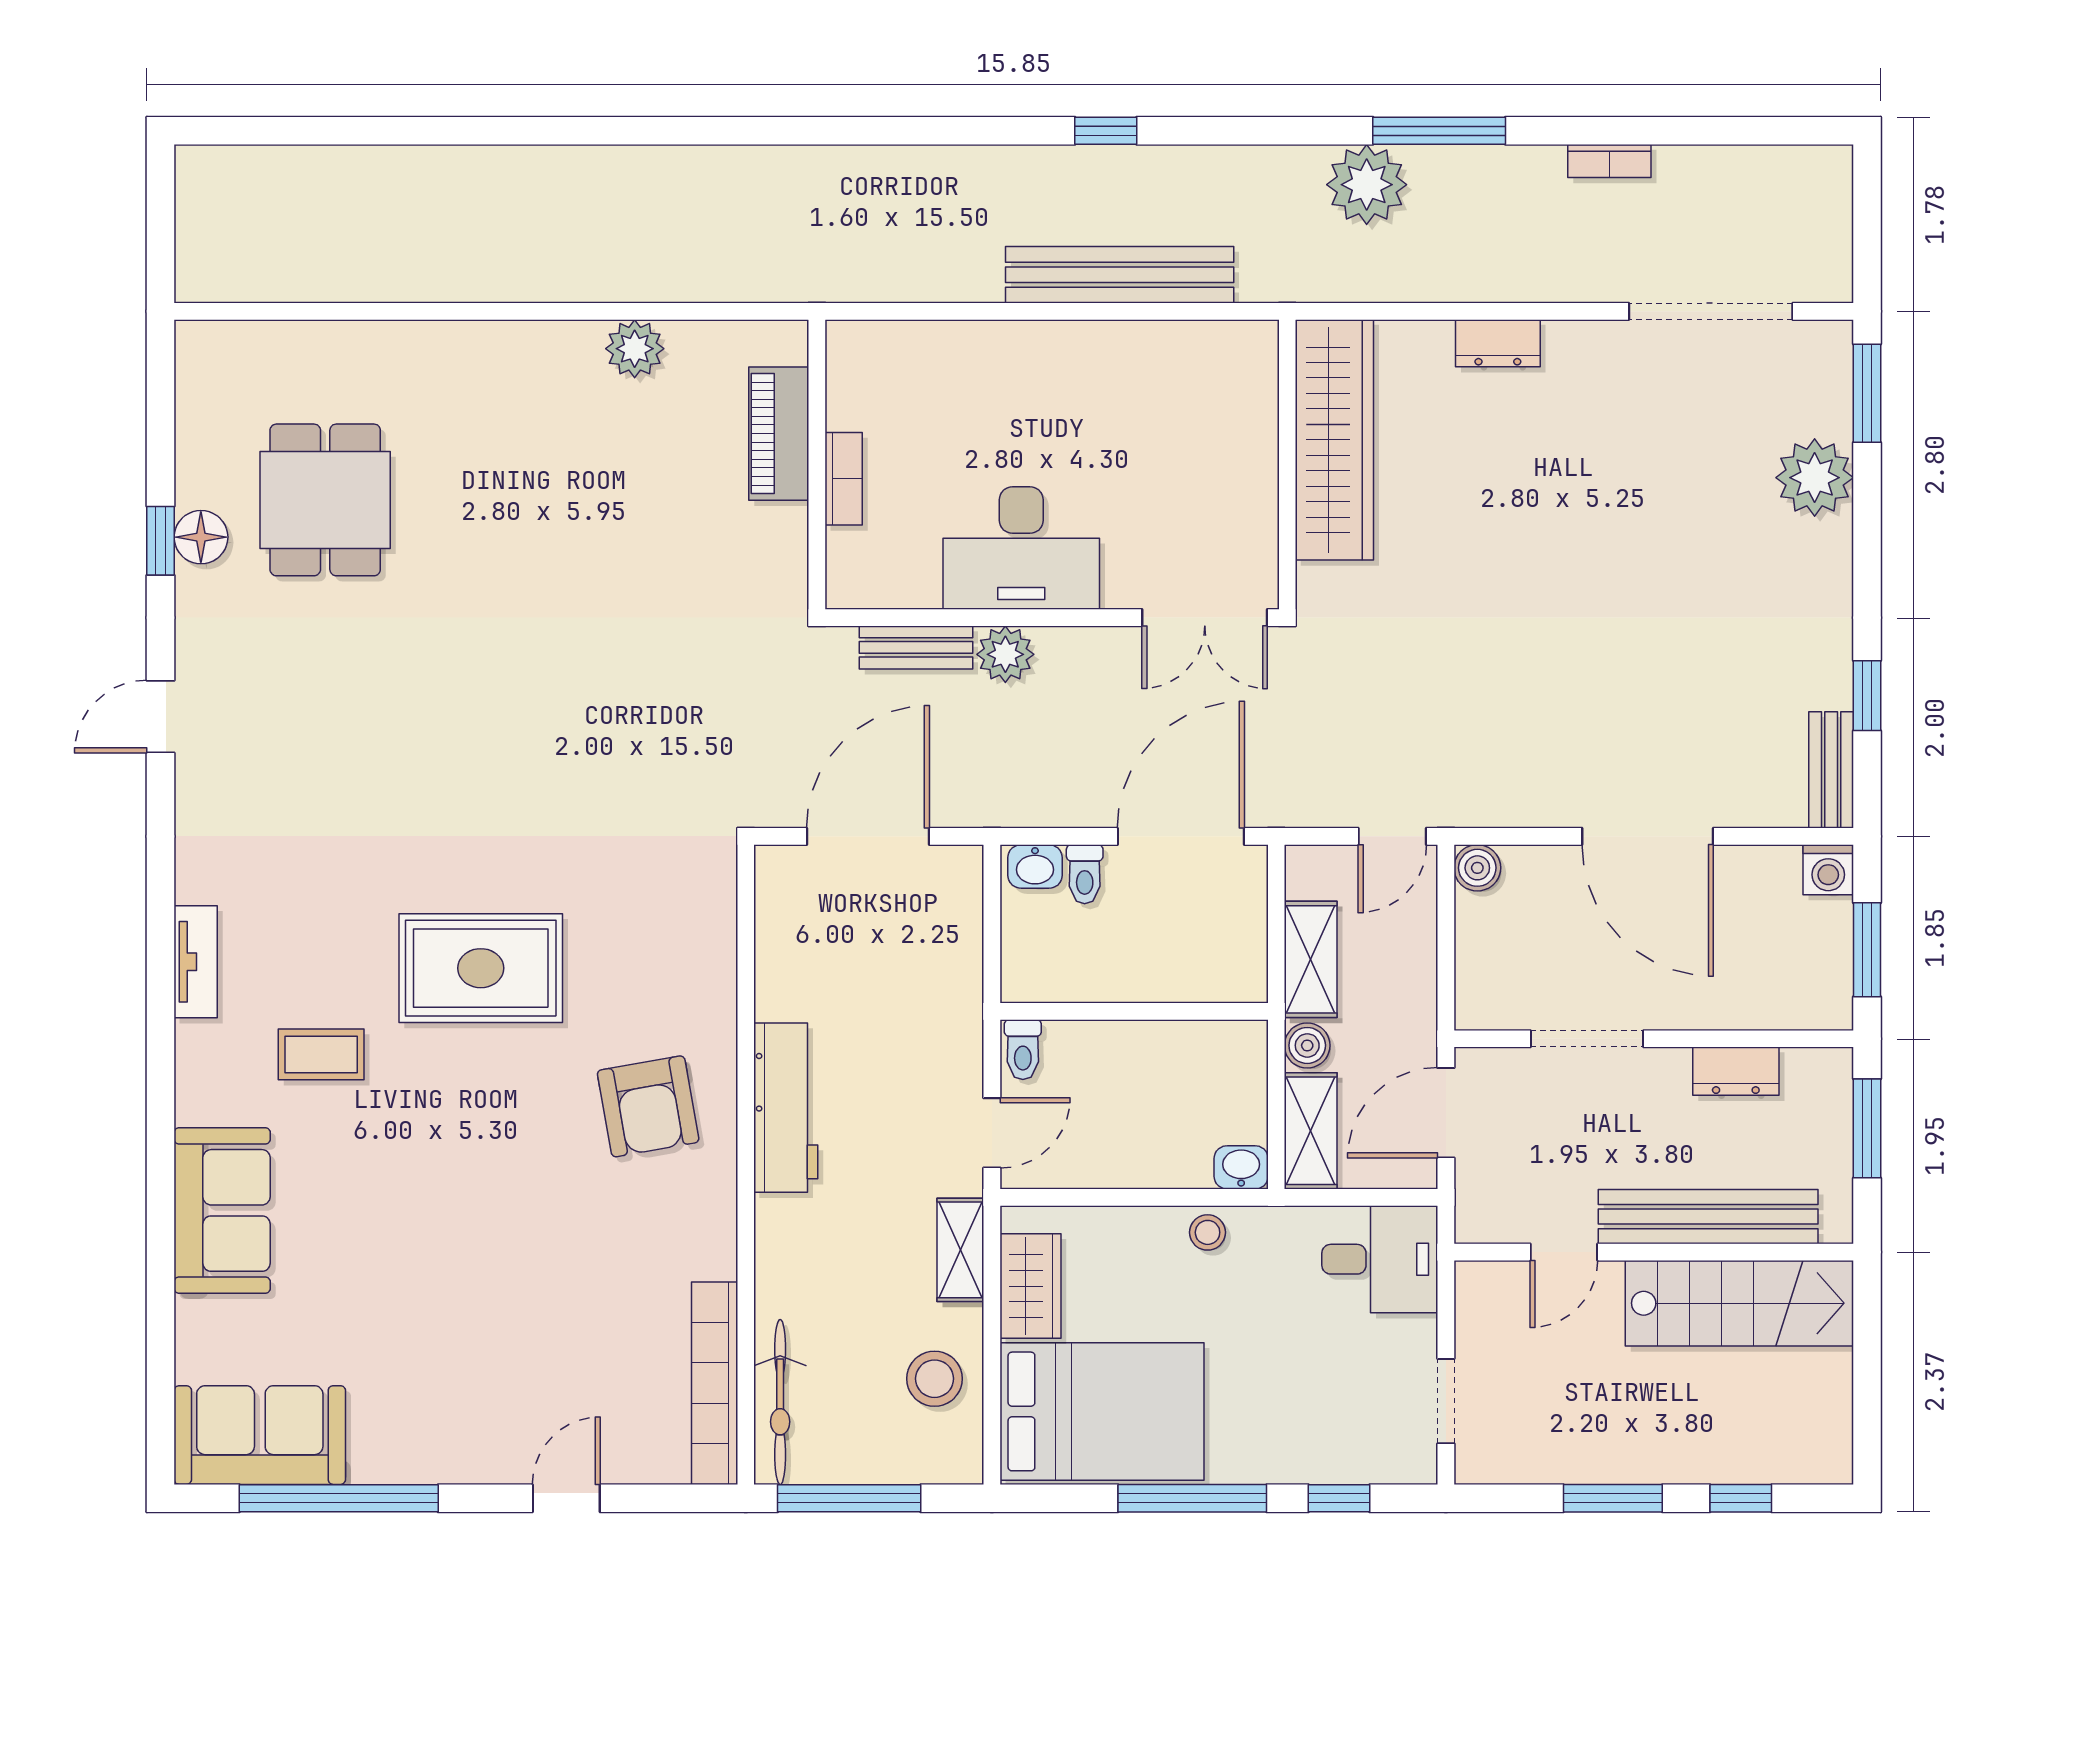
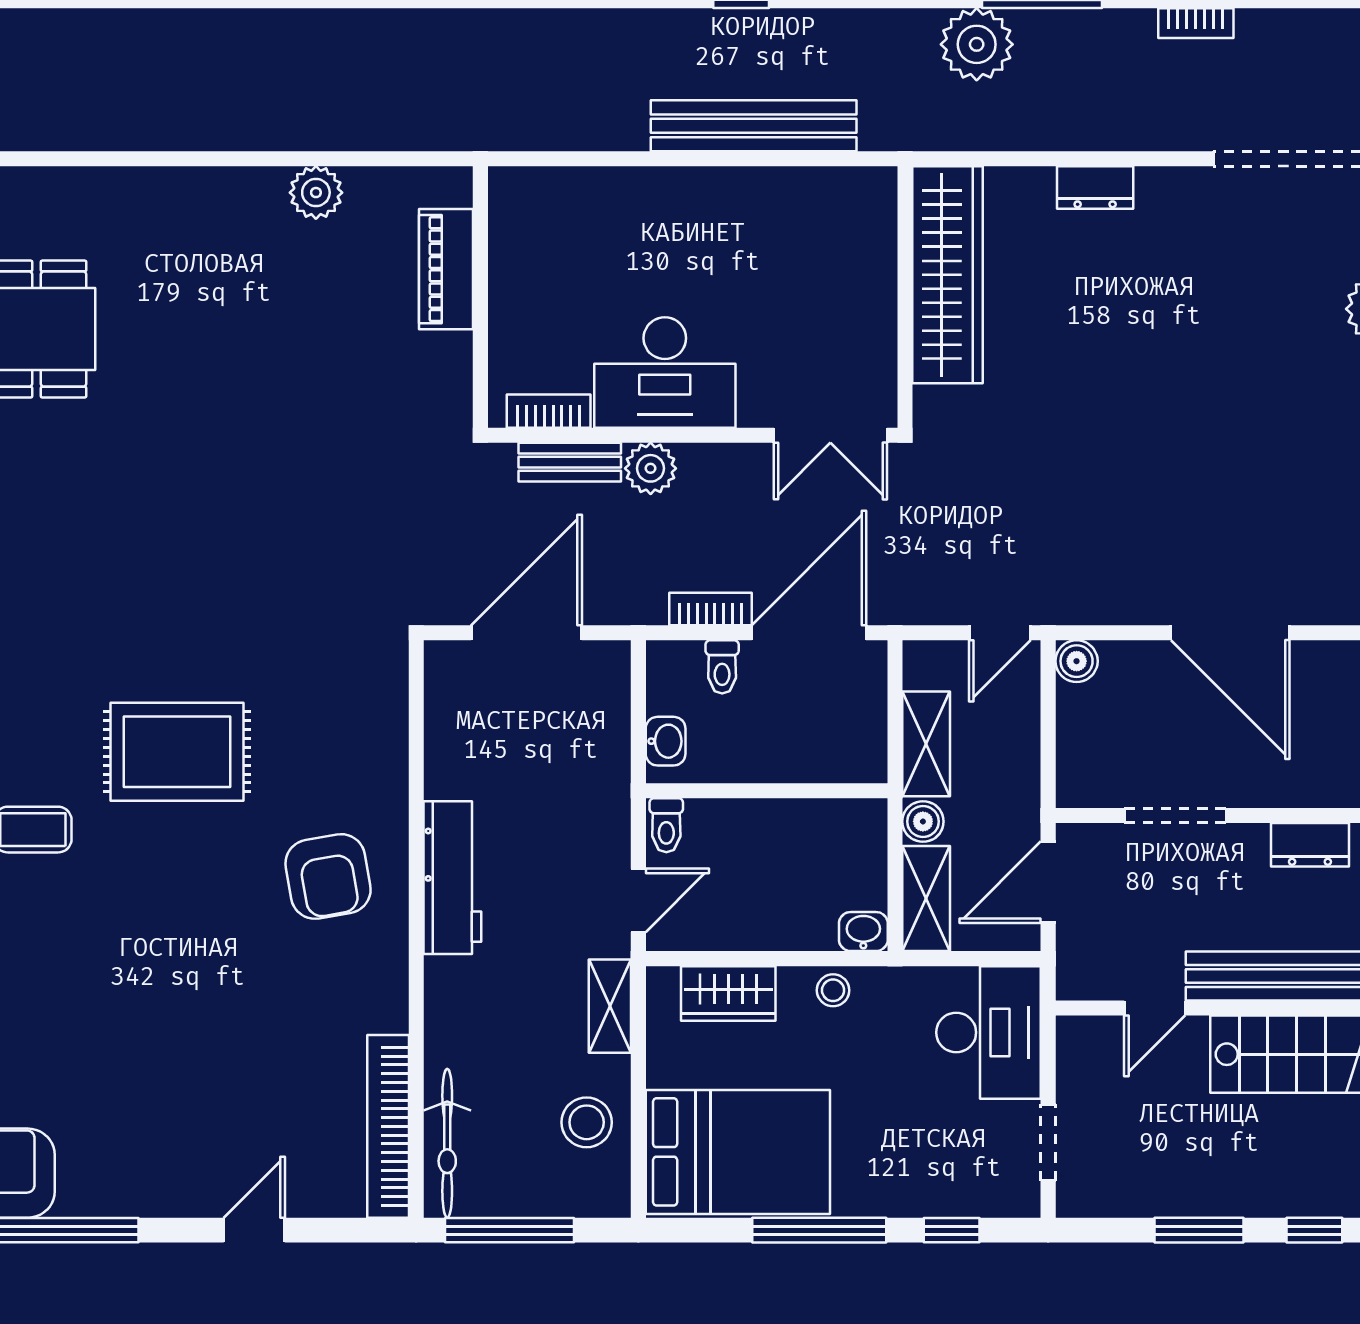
bookcase: (844, 479) -> (549, 411), moved, turned -90
bookcase: (1072, 810) -> (711, 609), added
washbasin: (1035, 866) -> (666, 741), moved, turned -90
desk: (1380, 1259) -> (989, 1032), width x1.37
wardrobe: (1030, 1286) -> (728, 993), moved, turned 90

